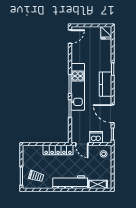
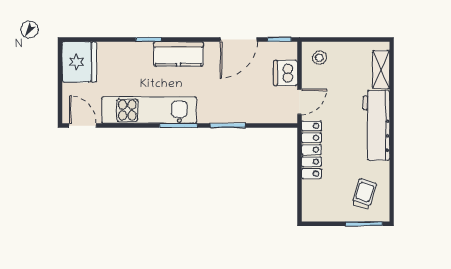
fridge: (106, 33) -> (79, 62), width x1.88, depth x1.34
kitchen unit: (78, 87) -> (149, 110), moved

